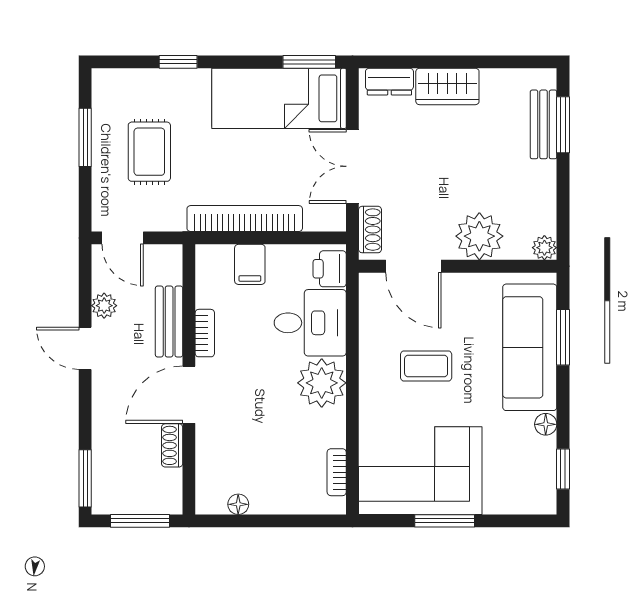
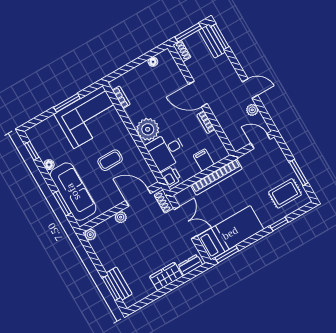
rug: (149, 152) -> (285, 193), moved, turned 90
plant: (479, 236) -> (121, 217), width x0.53, depth x0.53
bench: (169, 322) -> (212, 41), moved
door: (189, 395) -> (198, 94), swing flipped
shoe rack: (172, 445) -> (182, 51), moved

